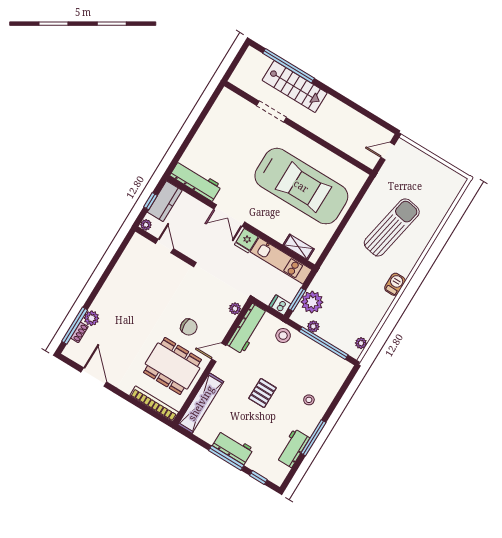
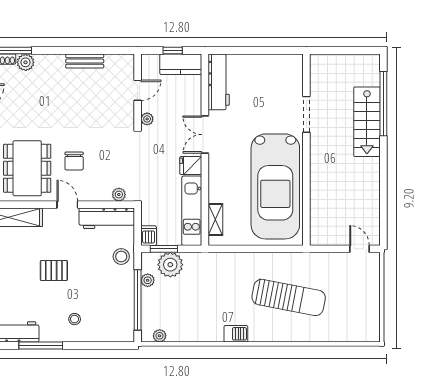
doorway: (272, 112) -> (306, 114), moved
wall: (298, 128) -> (306, 150), moved
plant: (146, 225) -> (147, 119), moved
bench: (118, 273) -> (85, 61), added

